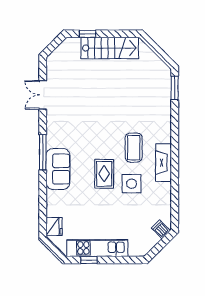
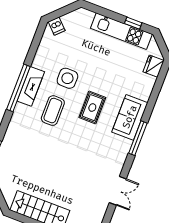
window: (175, 157) -> (18, 88), added
rug: (104, 174) -> (92, 108), moved

